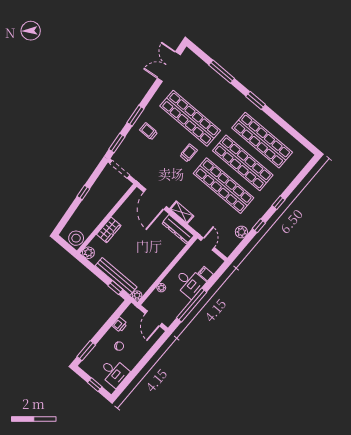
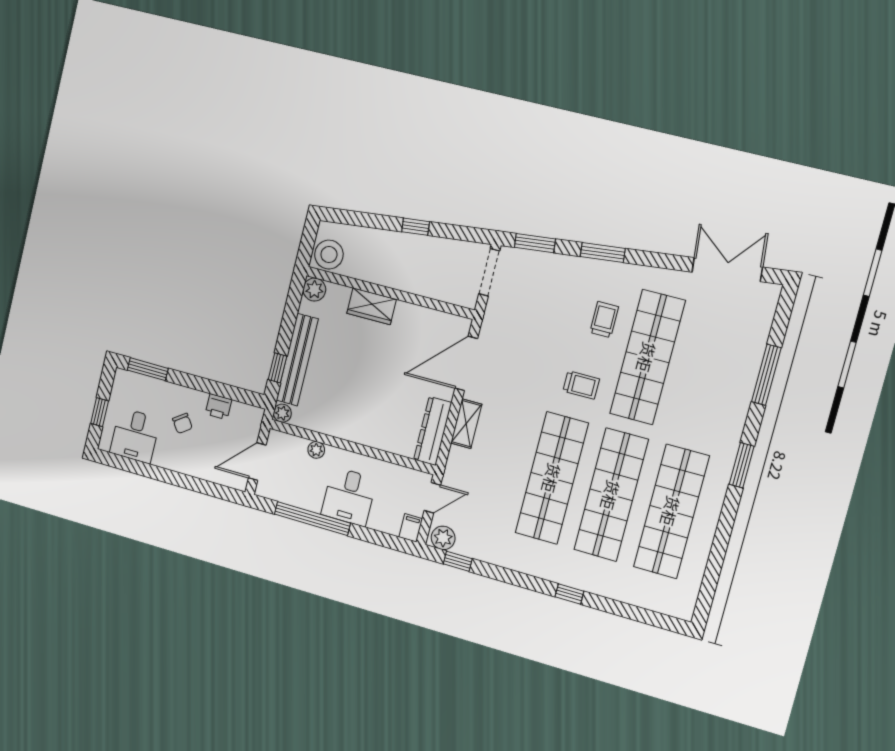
trolley: (149, 131) -> (604, 320), moved
window: (259, 226) -> (458, 561), moved
plant: (241, 232) -> (443, 538), moved
filing cabinet: (206, 274) -> (411, 528), moved

